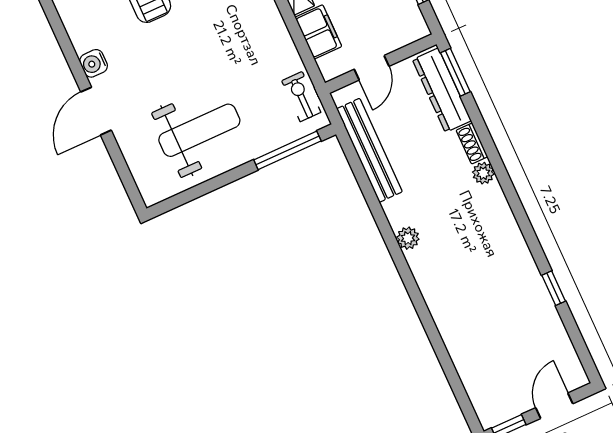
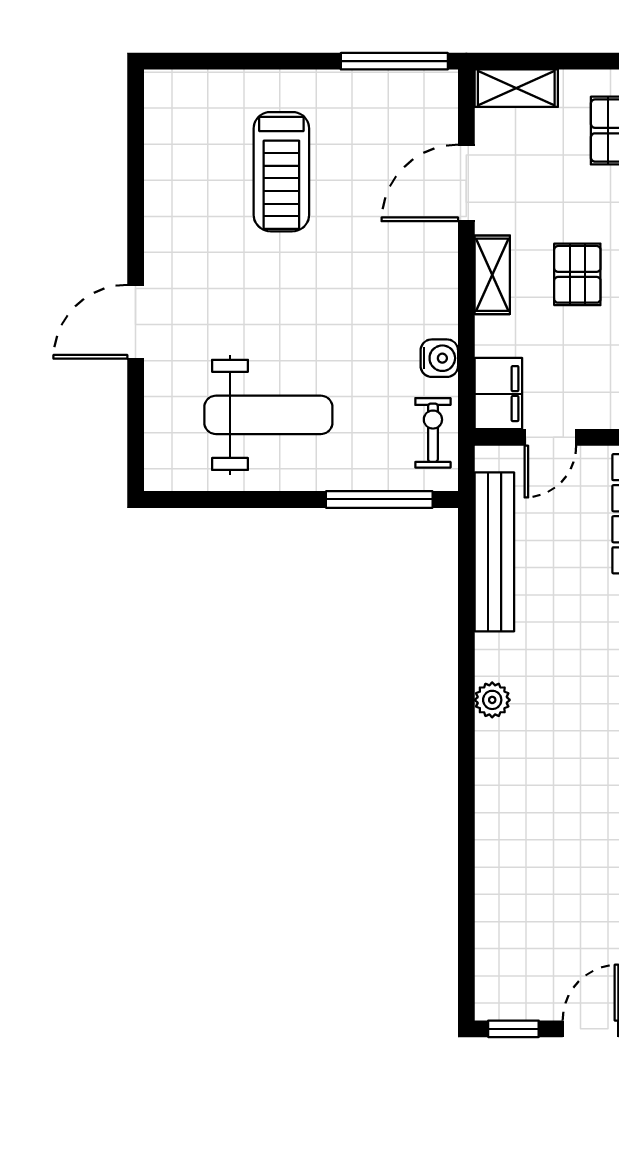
filing cabinet: (318, 32) -> (498, 394), moved
water cooler: (94, 63) -> (439, 358), moved, turned 180

